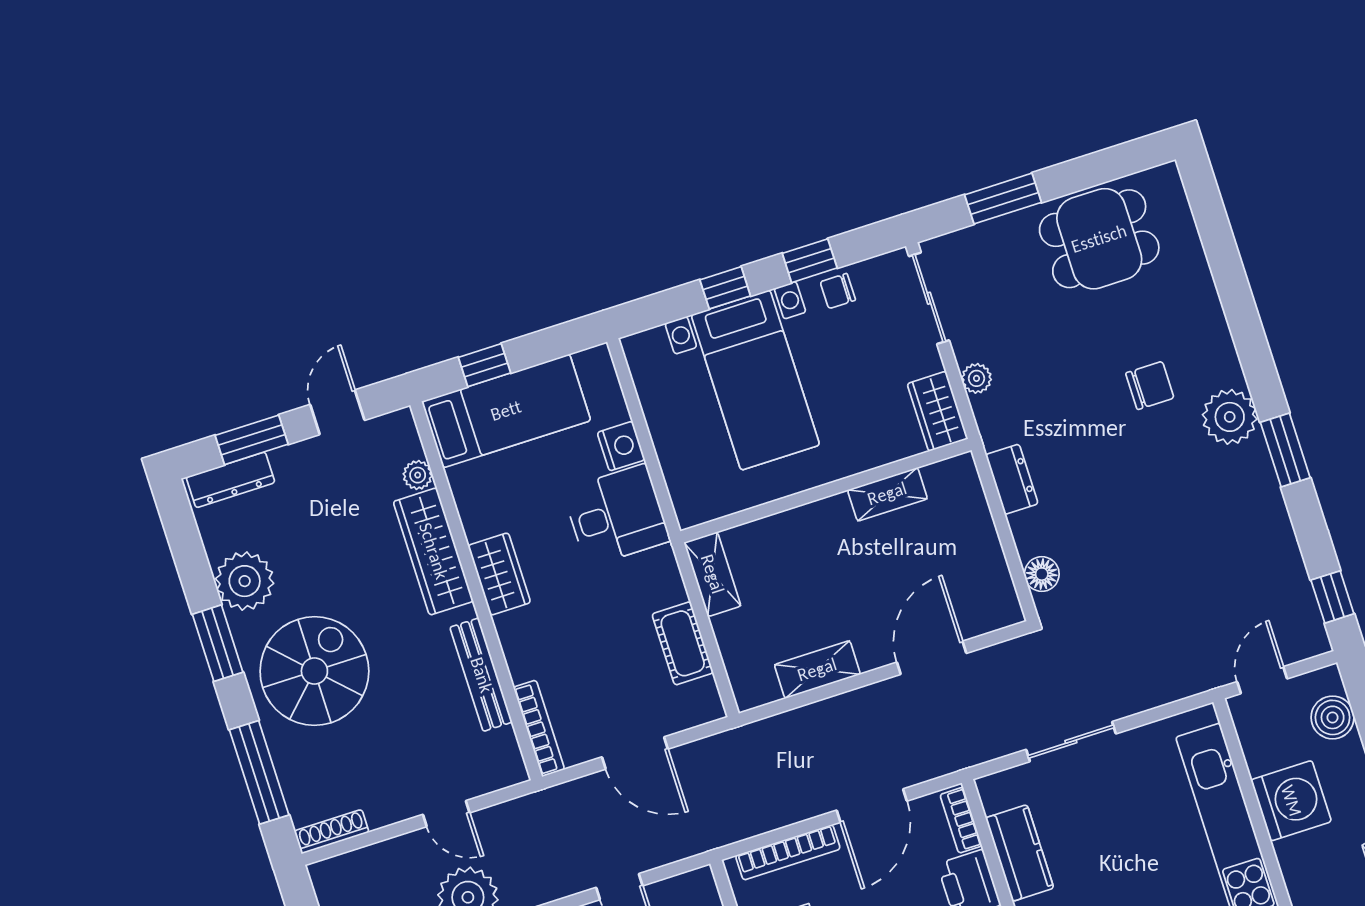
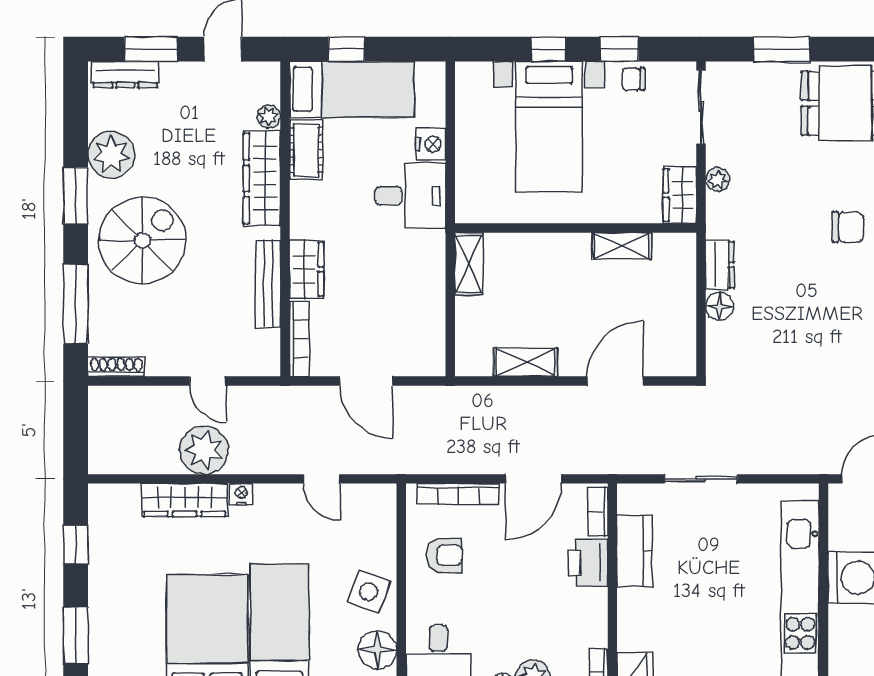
wardrobe: (499, 574) -> (307, 269), moved
floor lamp: (1042, 574) -> (720, 306), moved
cot: (683, 643) -> (306, 150), moved

